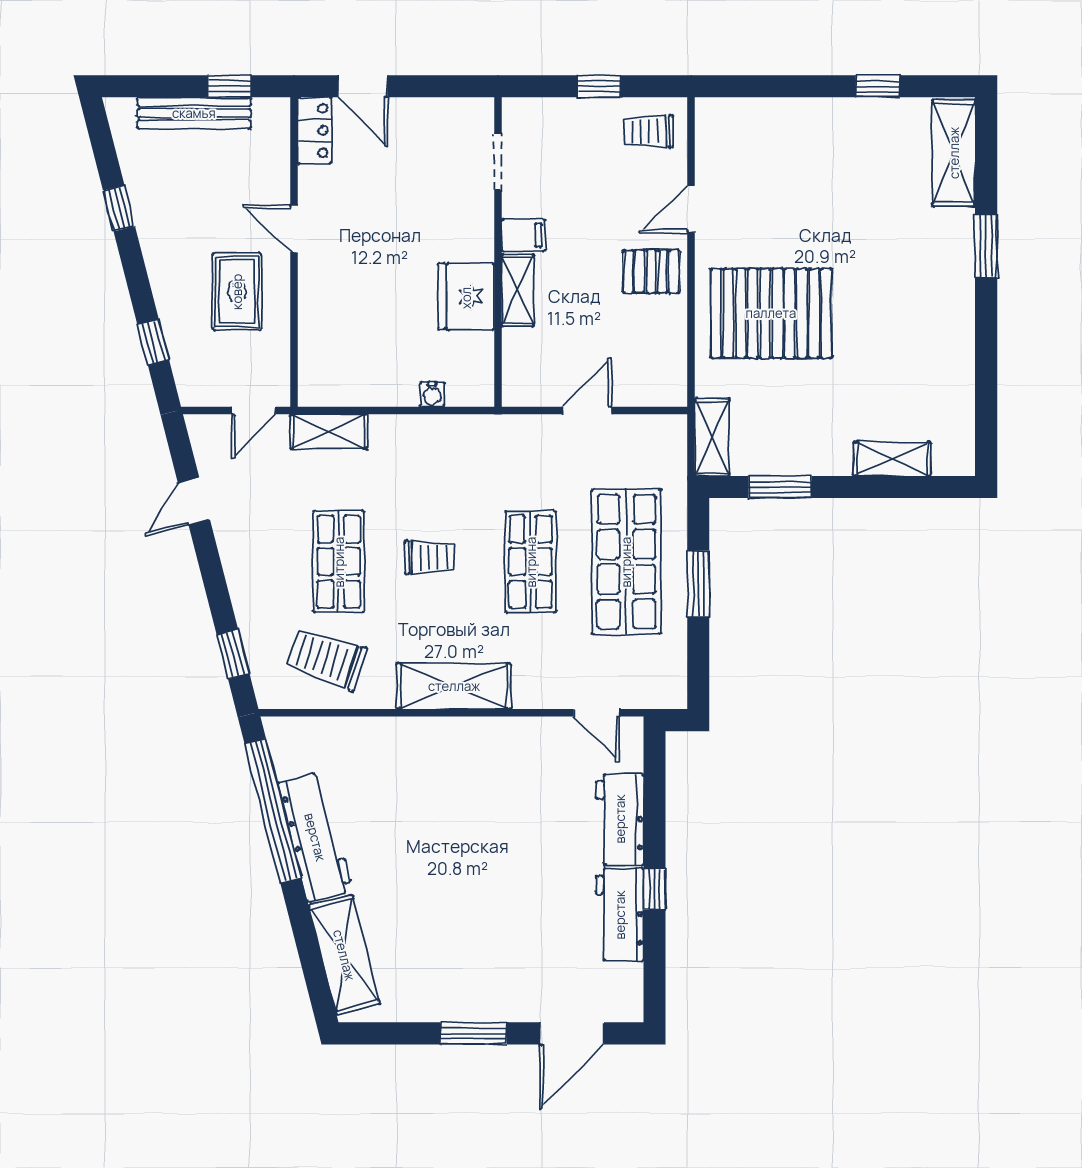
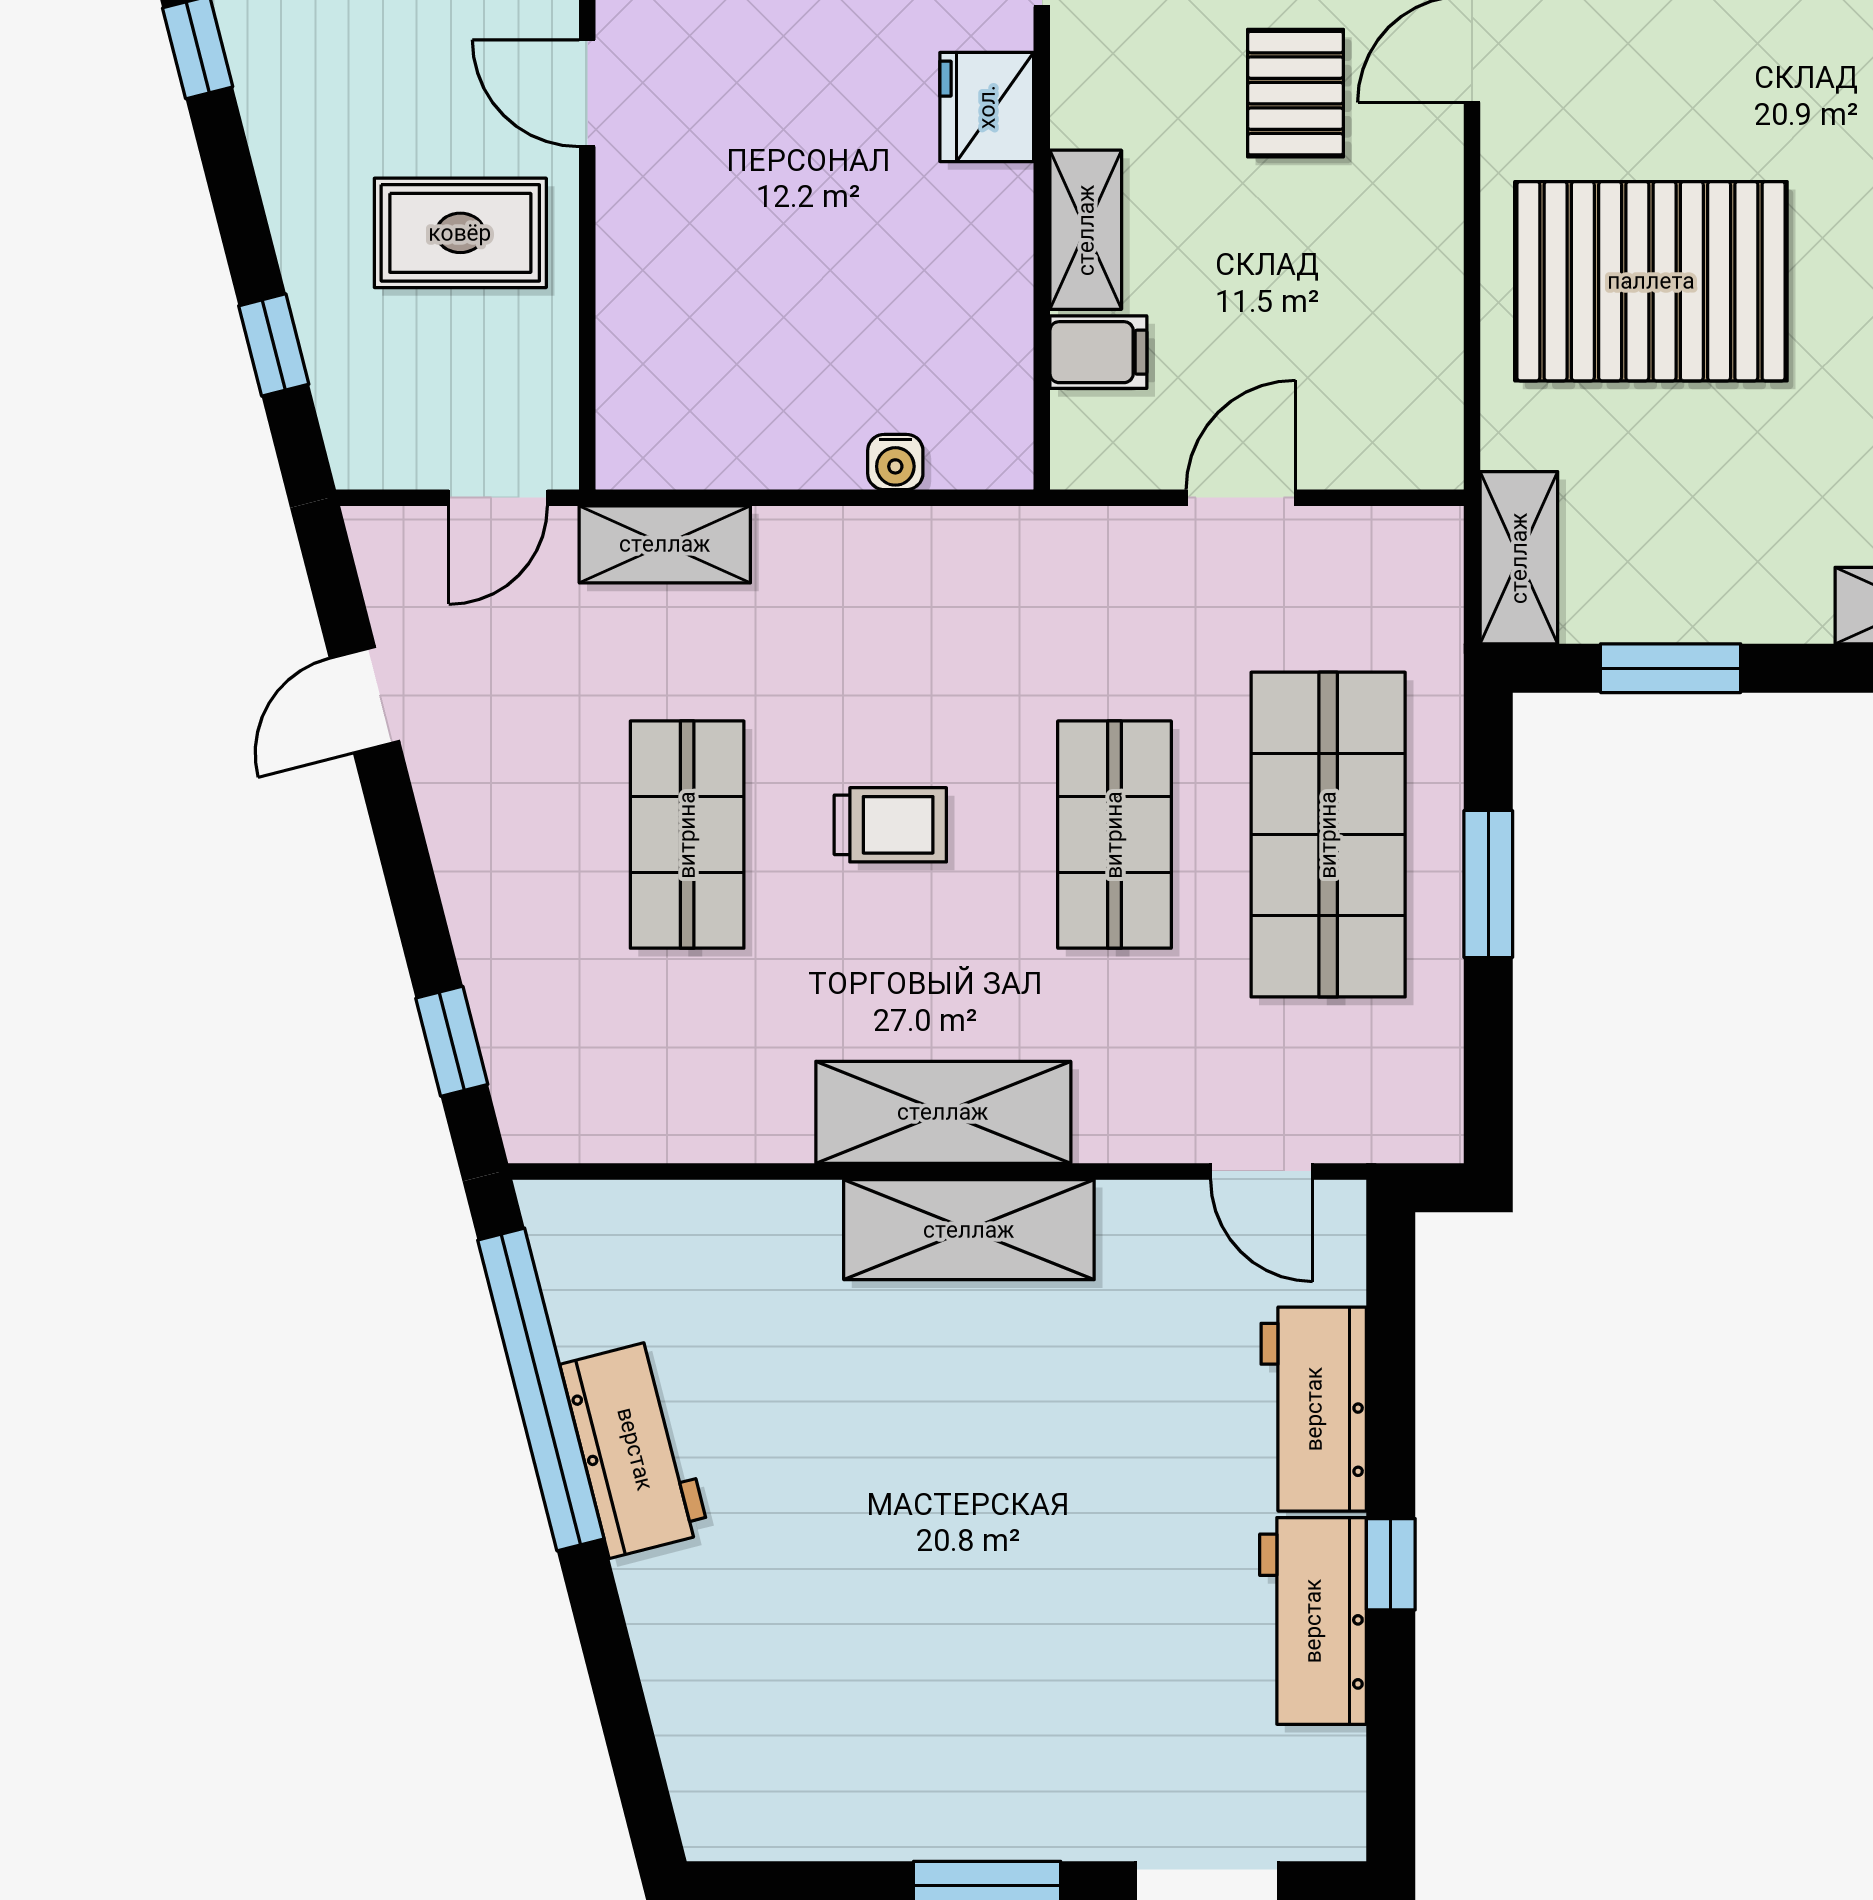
filing cabinet: (523, 235) -> (1098, 352), moved
pallet: (651, 271) -> (1296, 93), moved, turned 90
rug: (237, 292) -> (460, 233), turned 90
fridge: (466, 296) -> (987, 107), moved, width x0.73, depth x0.75
trolley: (327, 659) -> (660, 1051), removed
workbench: (315, 837) -> (635, 1449), width x0.73
shelving: (344, 955) -> (969, 1230), moved, turned -76

